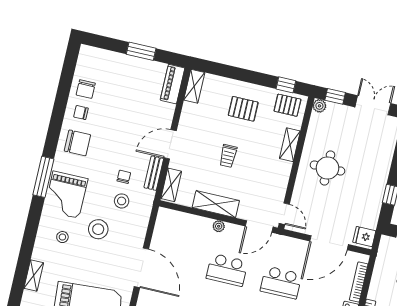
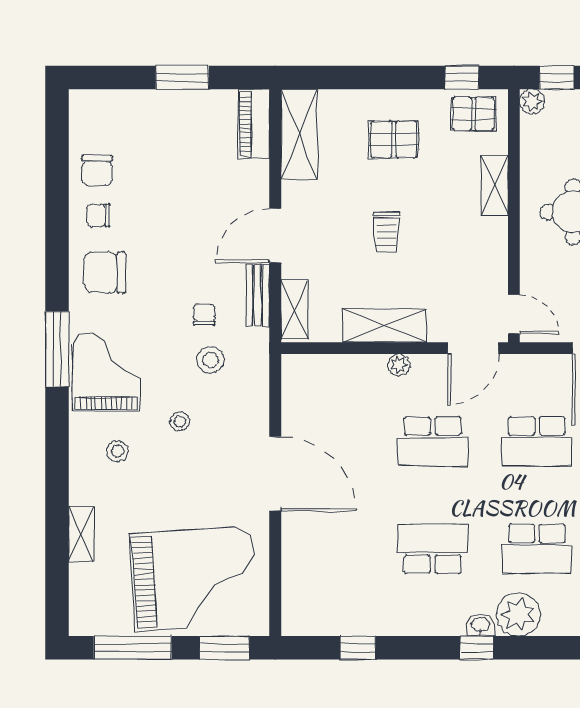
shelving: (194, 86) -> (299, 134), width x1.50, depth x1.33
chair: (77, 143) -> (105, 272), turned 180
grand piano: (66, 195) -> (106, 372), turned 180
stool: (98, 229) -> (180, 422), width x0.53, depth x0.53

